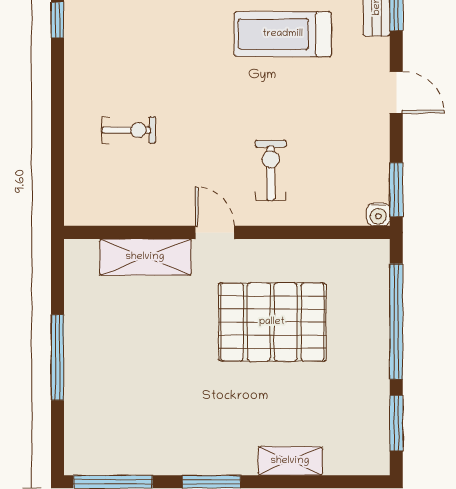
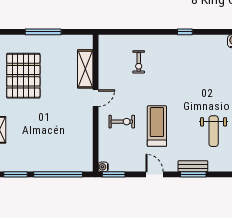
treadmill: (283, 34) -> (157, 126), moved
door: (396, 92) -> (155, 174), swing flipped
pallet: (272, 322) -> (23, 76), moved

